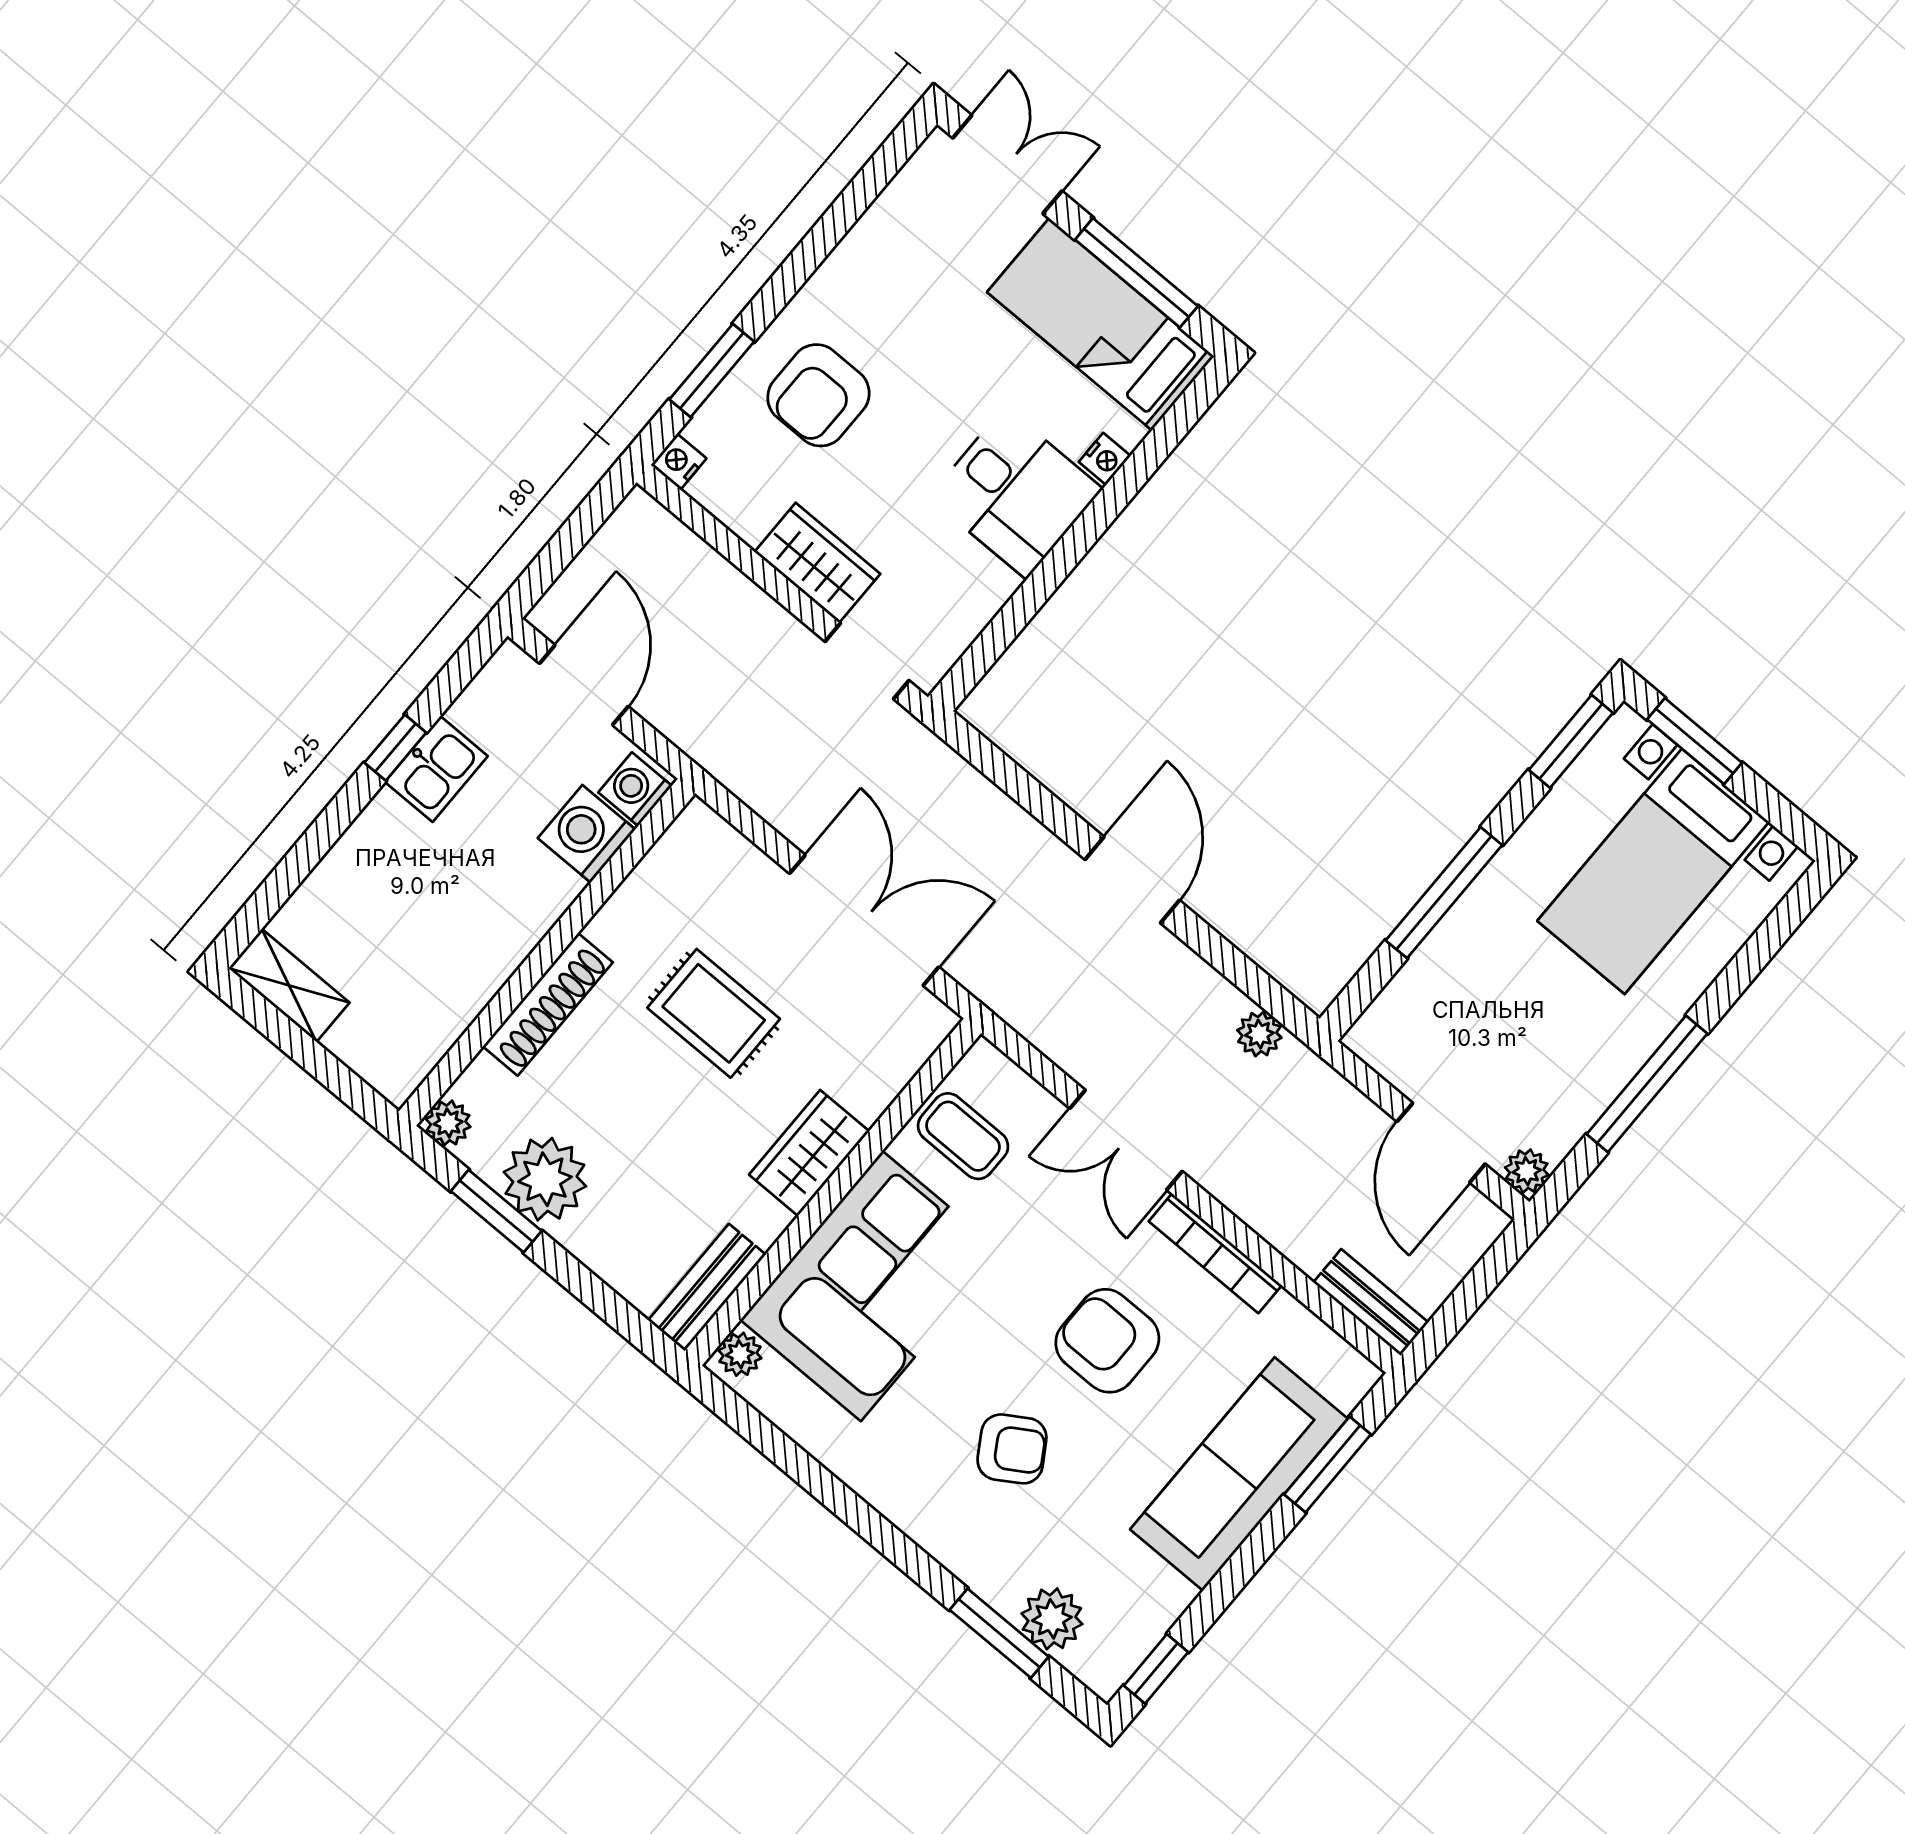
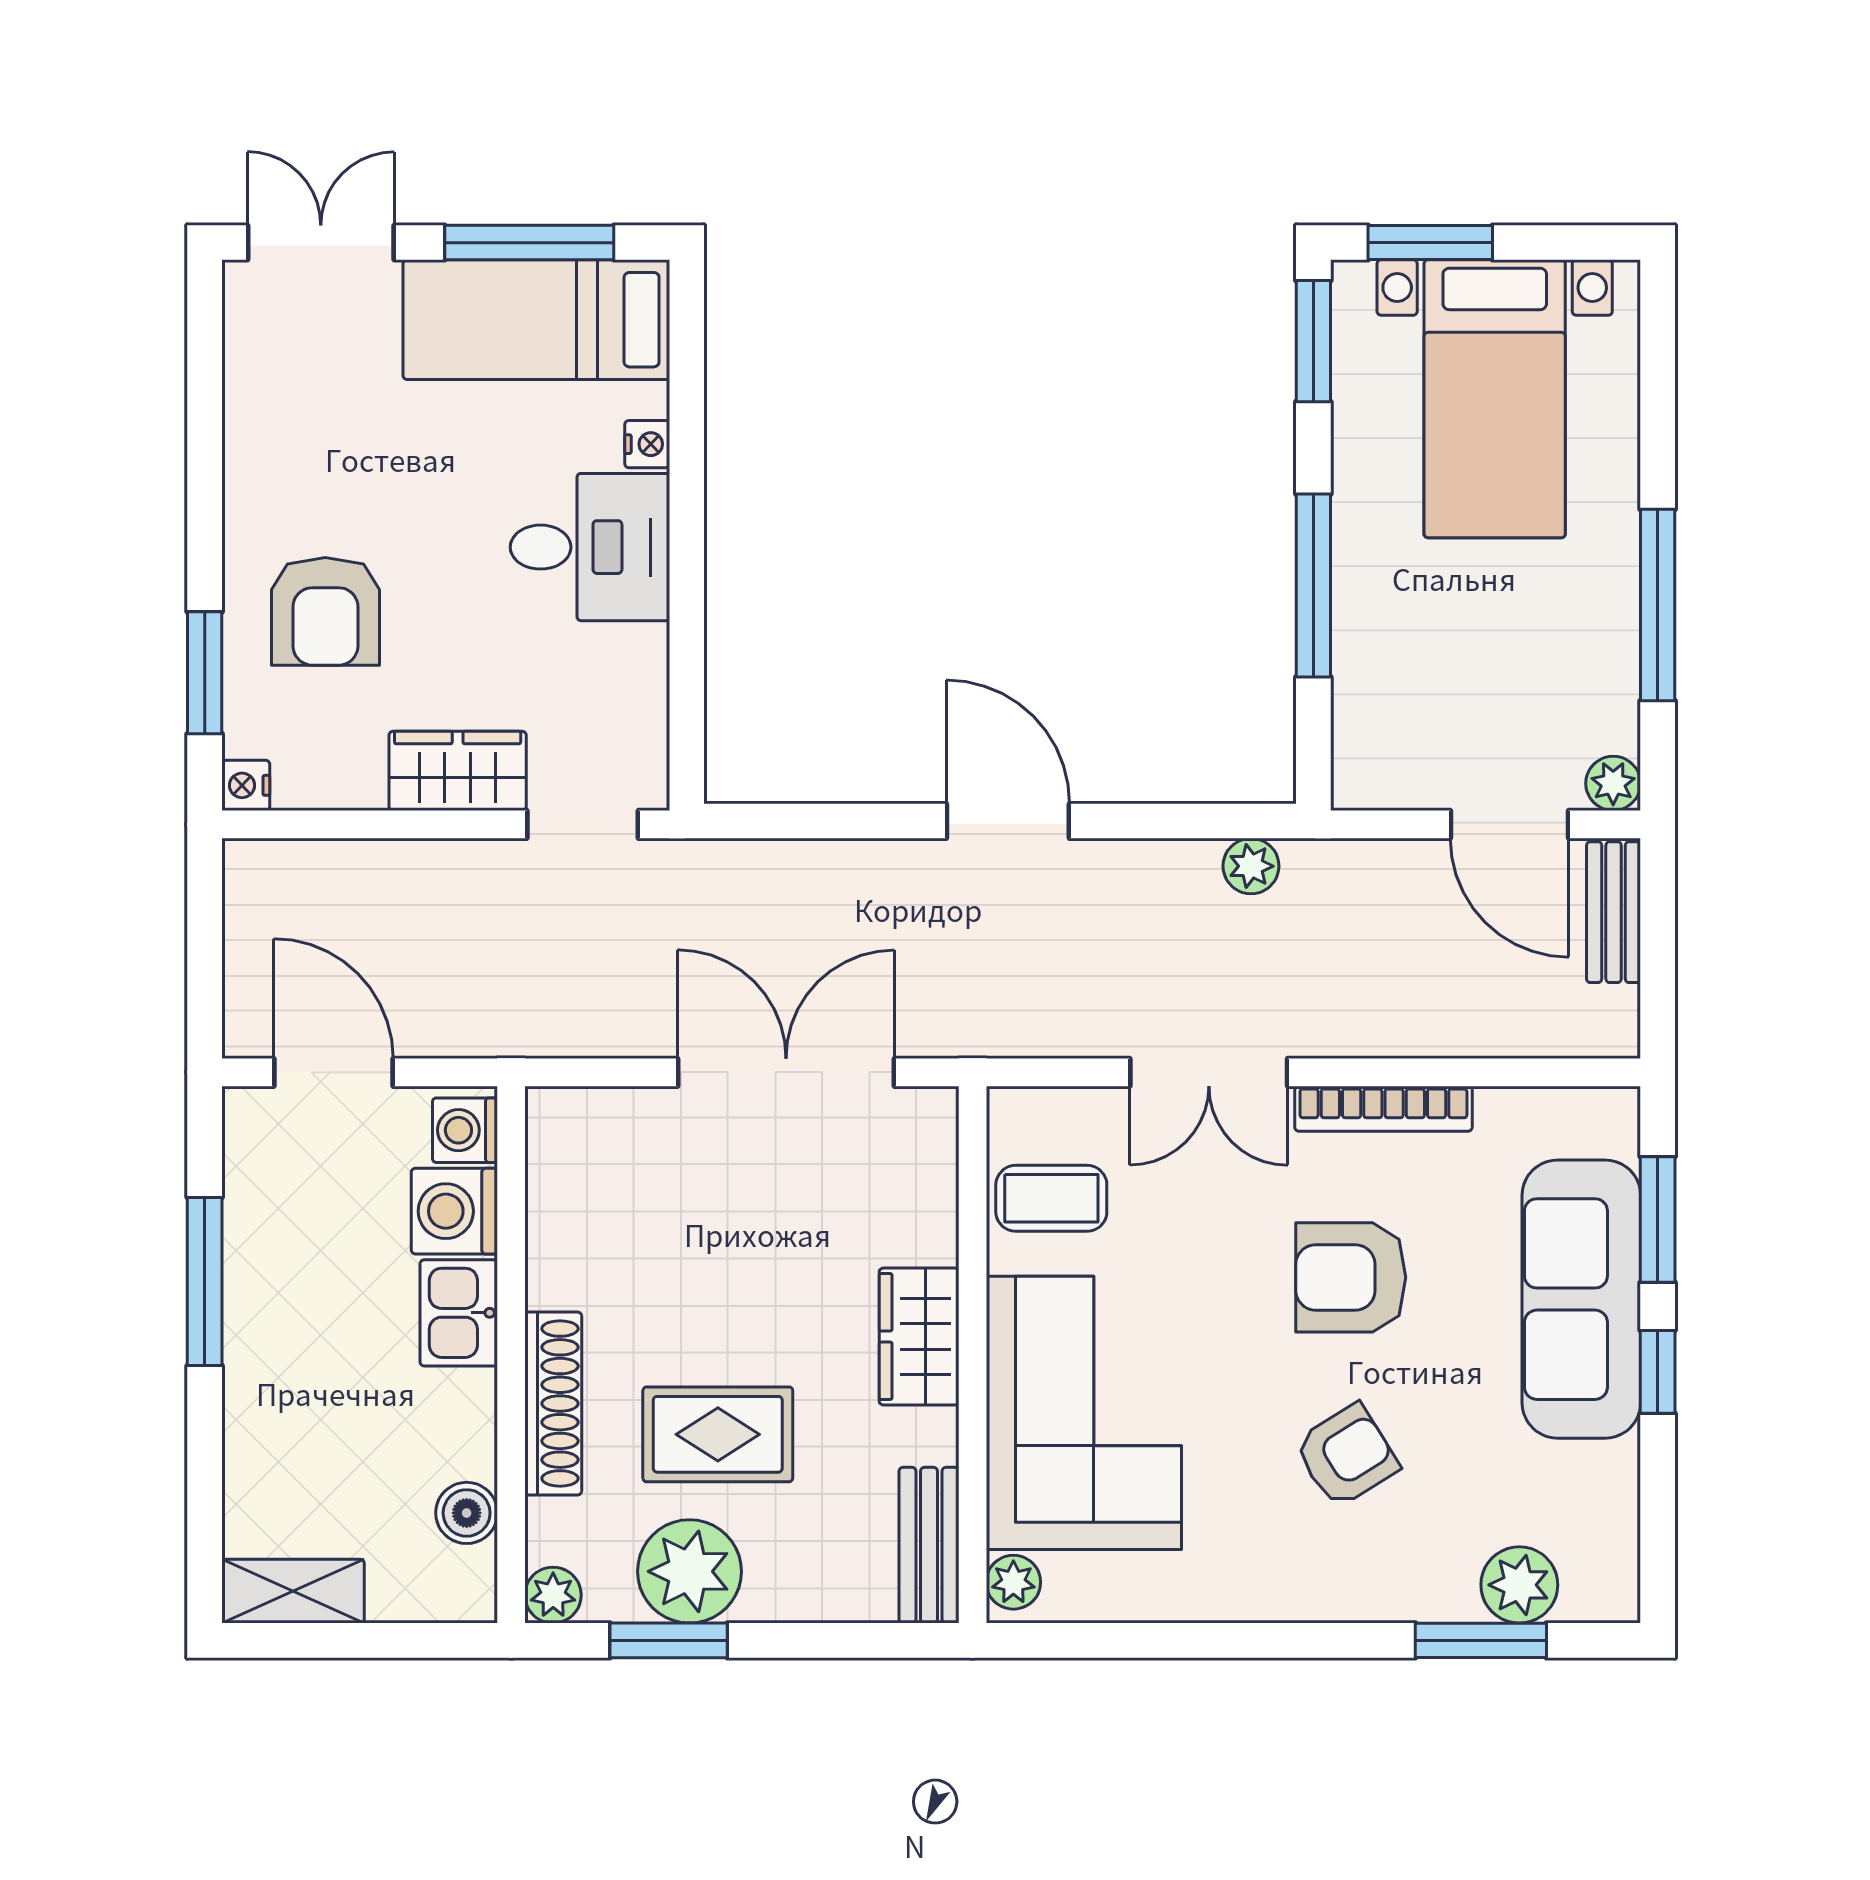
window: (395, 748) -> (205, 1281), width x2.17
kitchen sink: (436, 769) -> (459, 1313), moved, turned 180
rug: (714, 1013) -> (718, 1434), moved
boiler: (437, 1027) -> (467, 1513), added
bench: (1371, 1302) -> (1614, 912), moved, turned 90
window: (1156, 1669) -> (1658, 1372), moved

